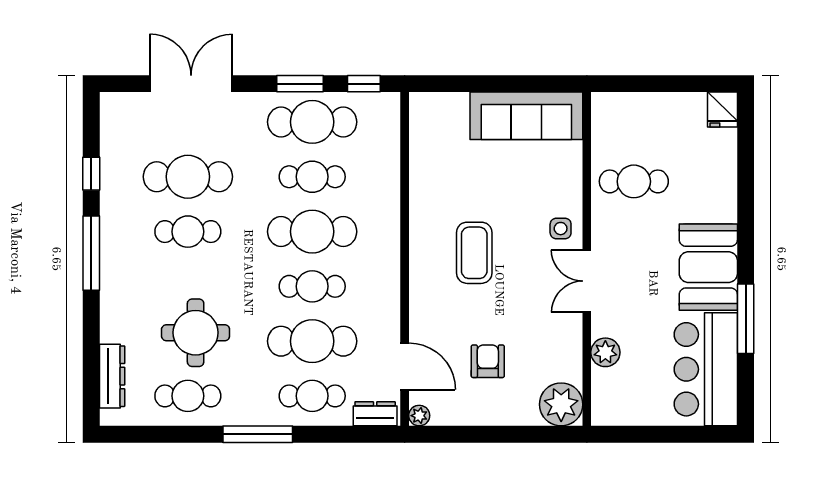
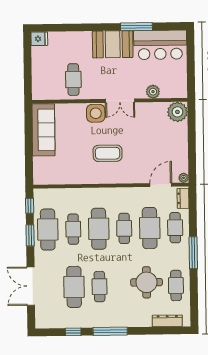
side table: (561, 229) -> (96, 113), width x1.87, depth x1.87
armchair: (488, 361) -> (158, 146), removed

